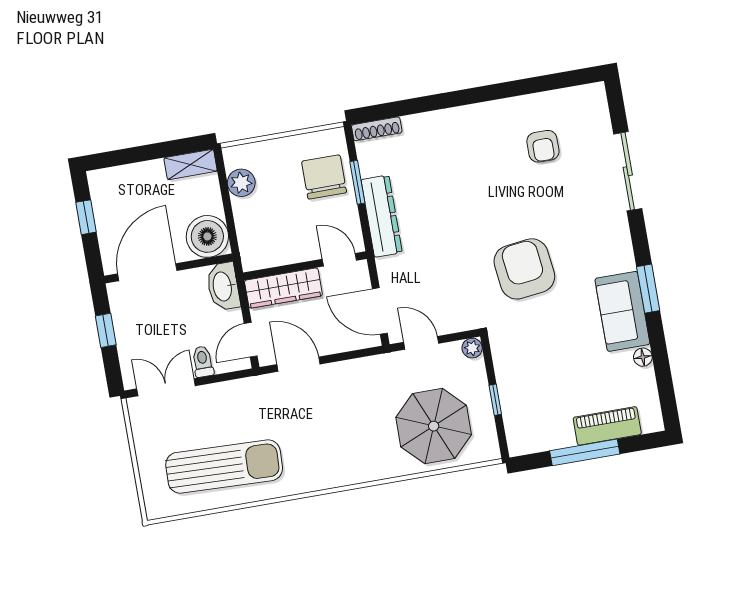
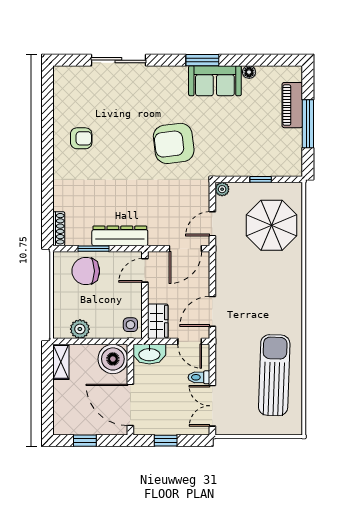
armchair: (543, 146) -> (81, 138), moved
side table: (260, 253) -> (130, 325), added
wardrobe: (283, 288) -> (158, 321), width x0.67

